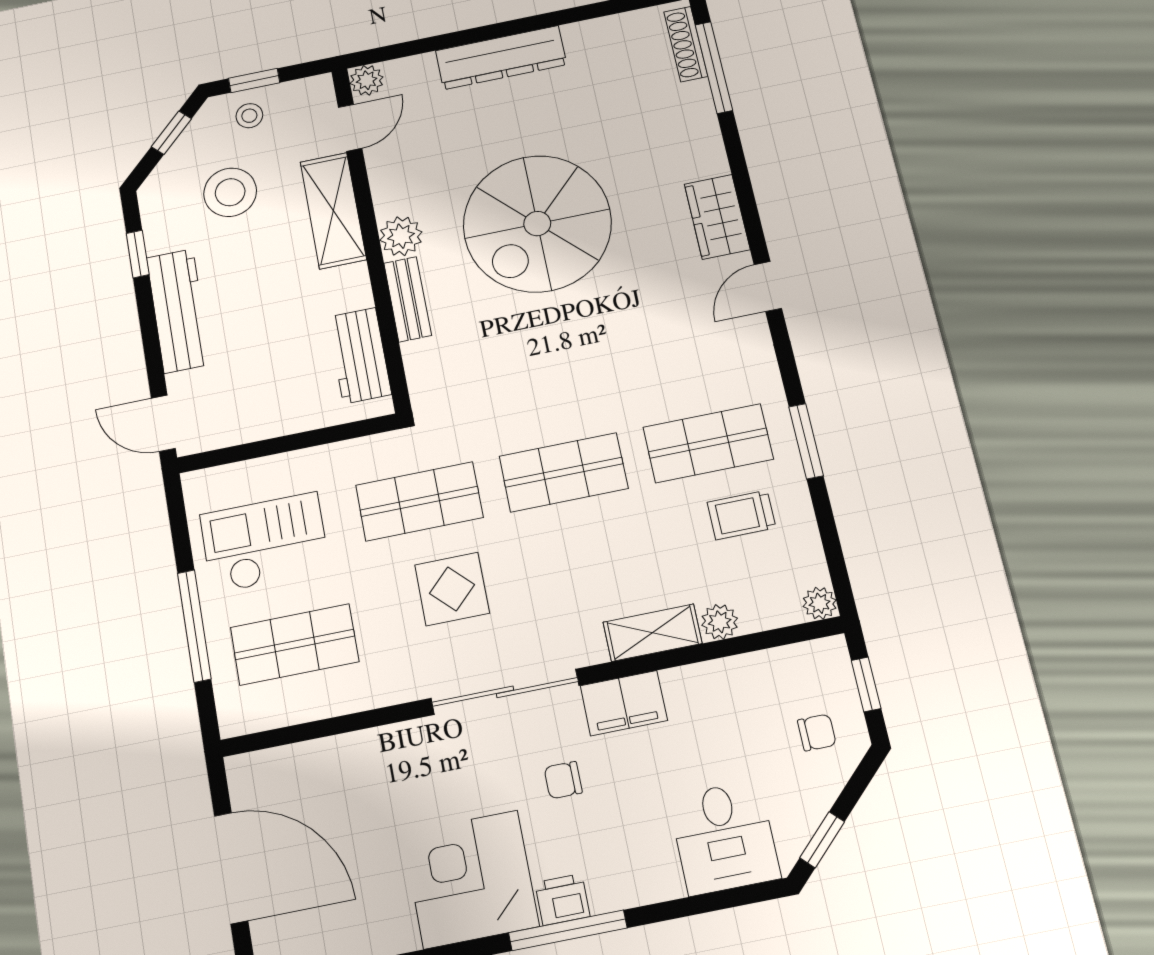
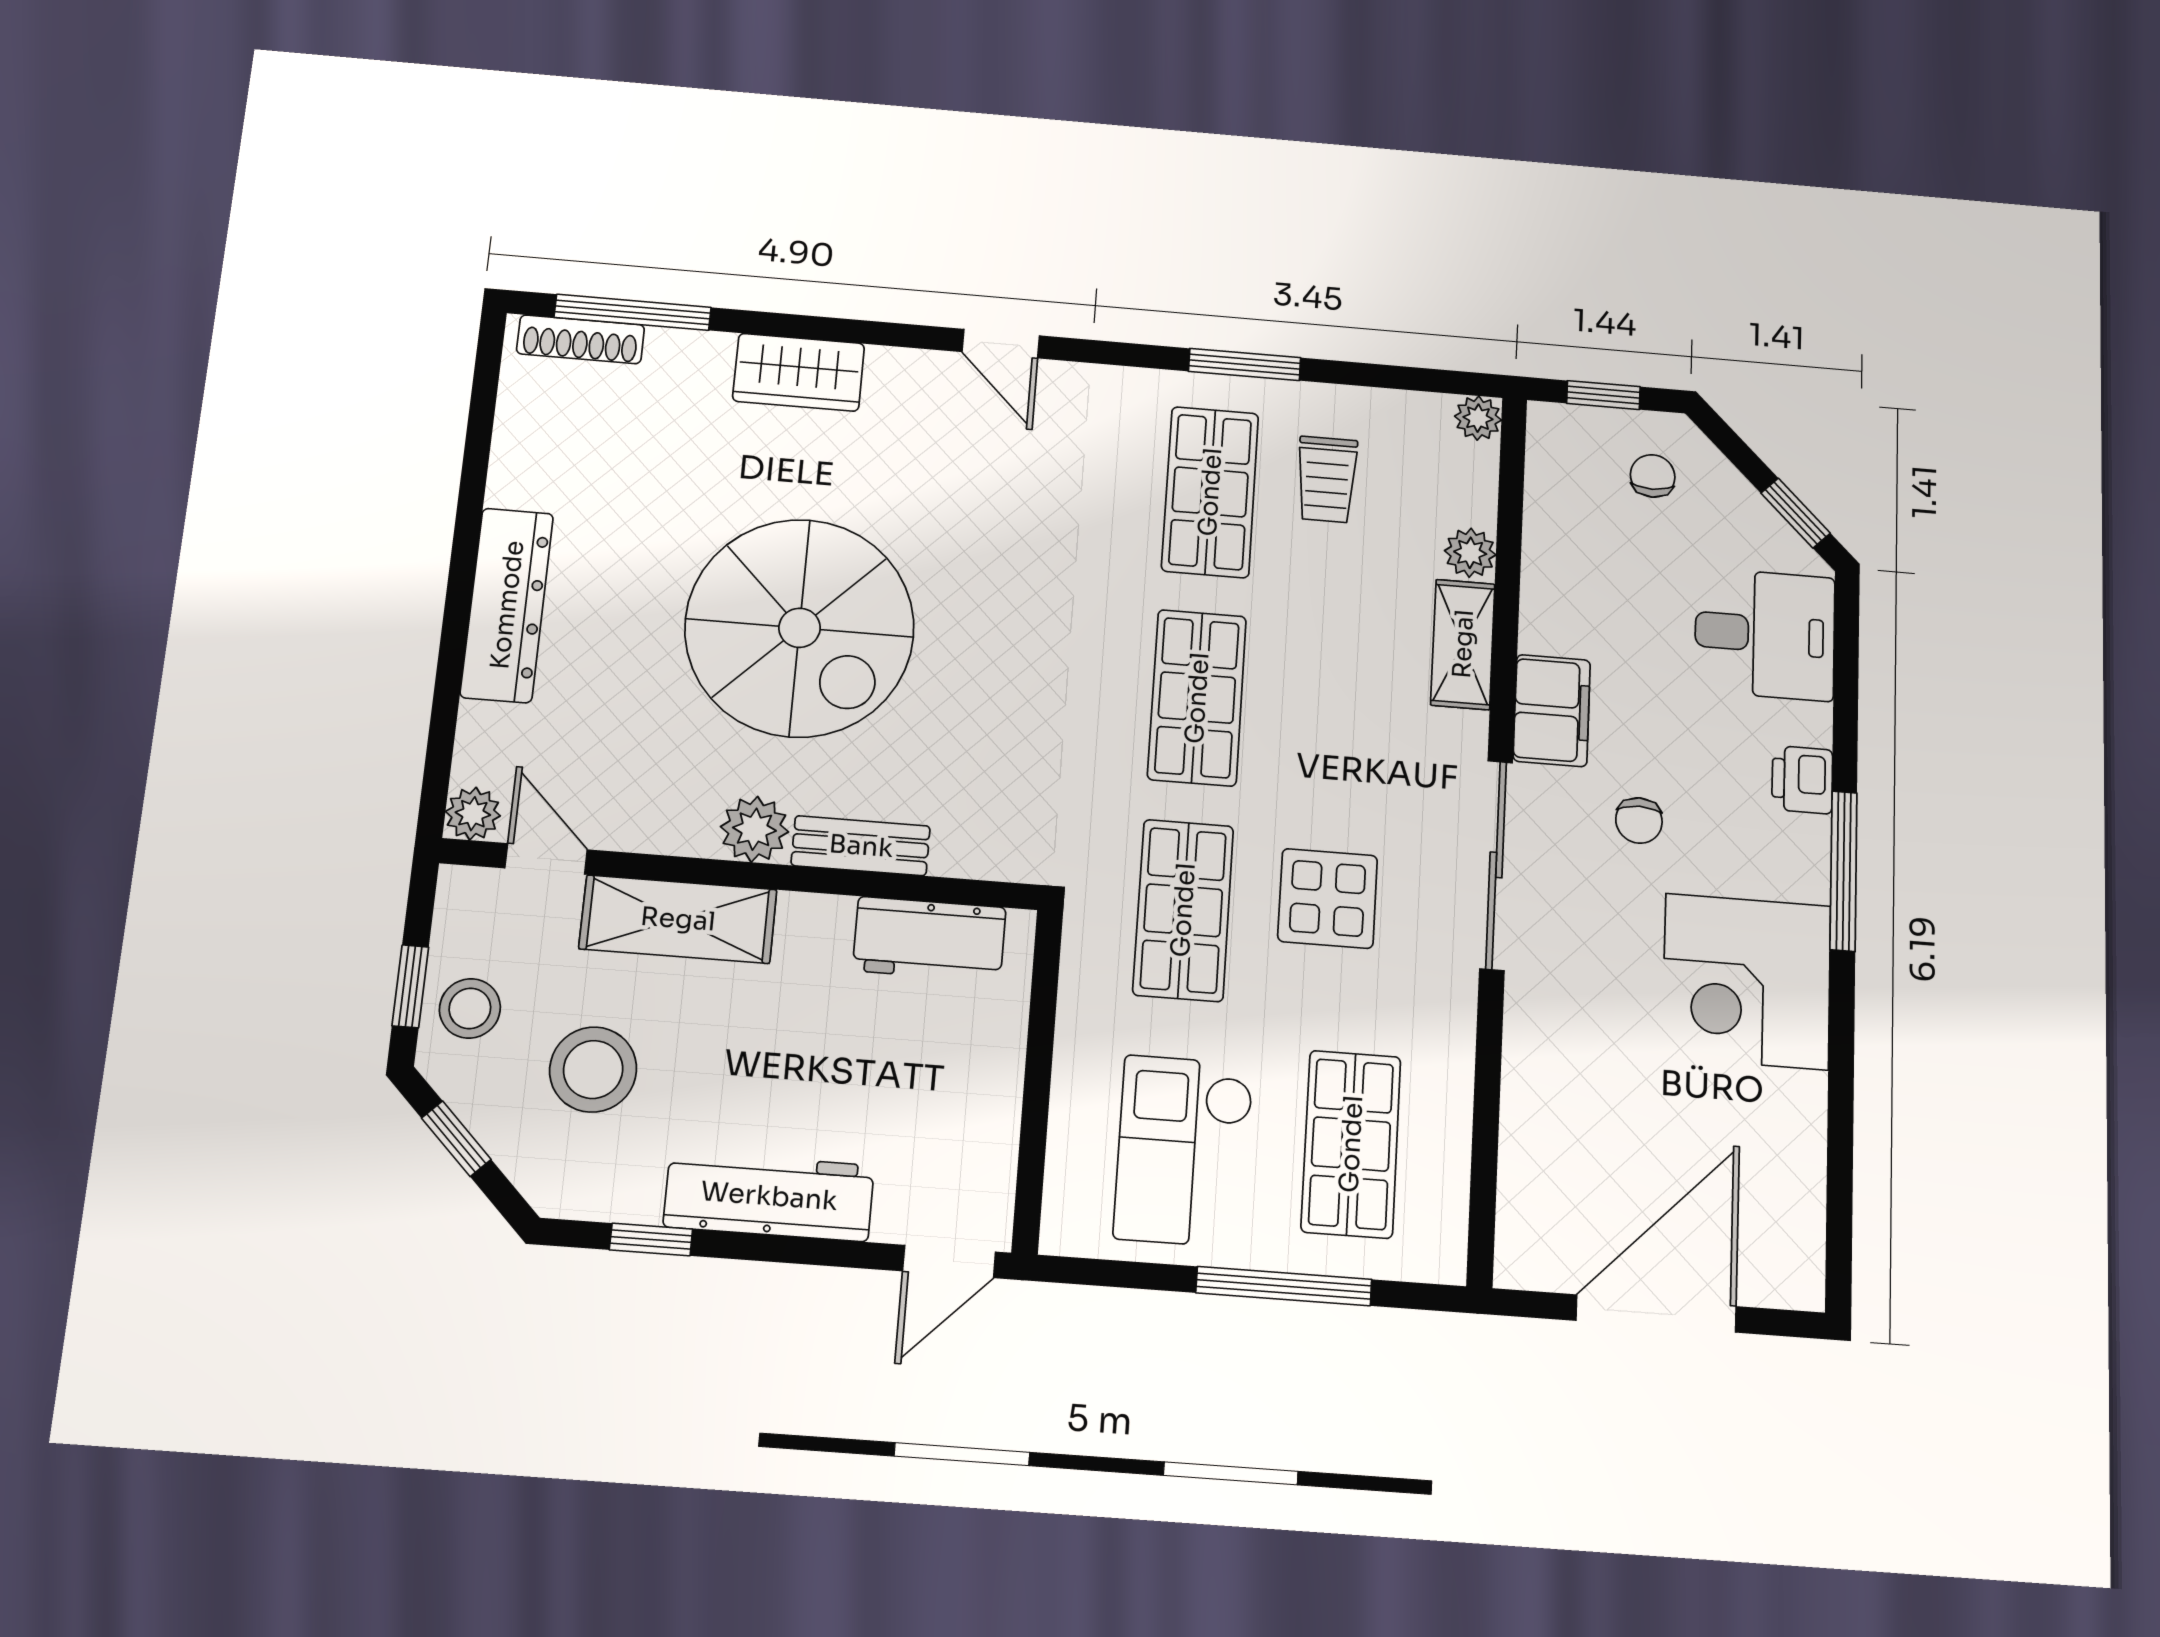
stool: (249, 116) -> (470, 1008), width x1.37, depth x1.37
wardrobe: (717, 217) -> (799, 372), moved
printer: (562, 899) -> (1802, 780), moved

